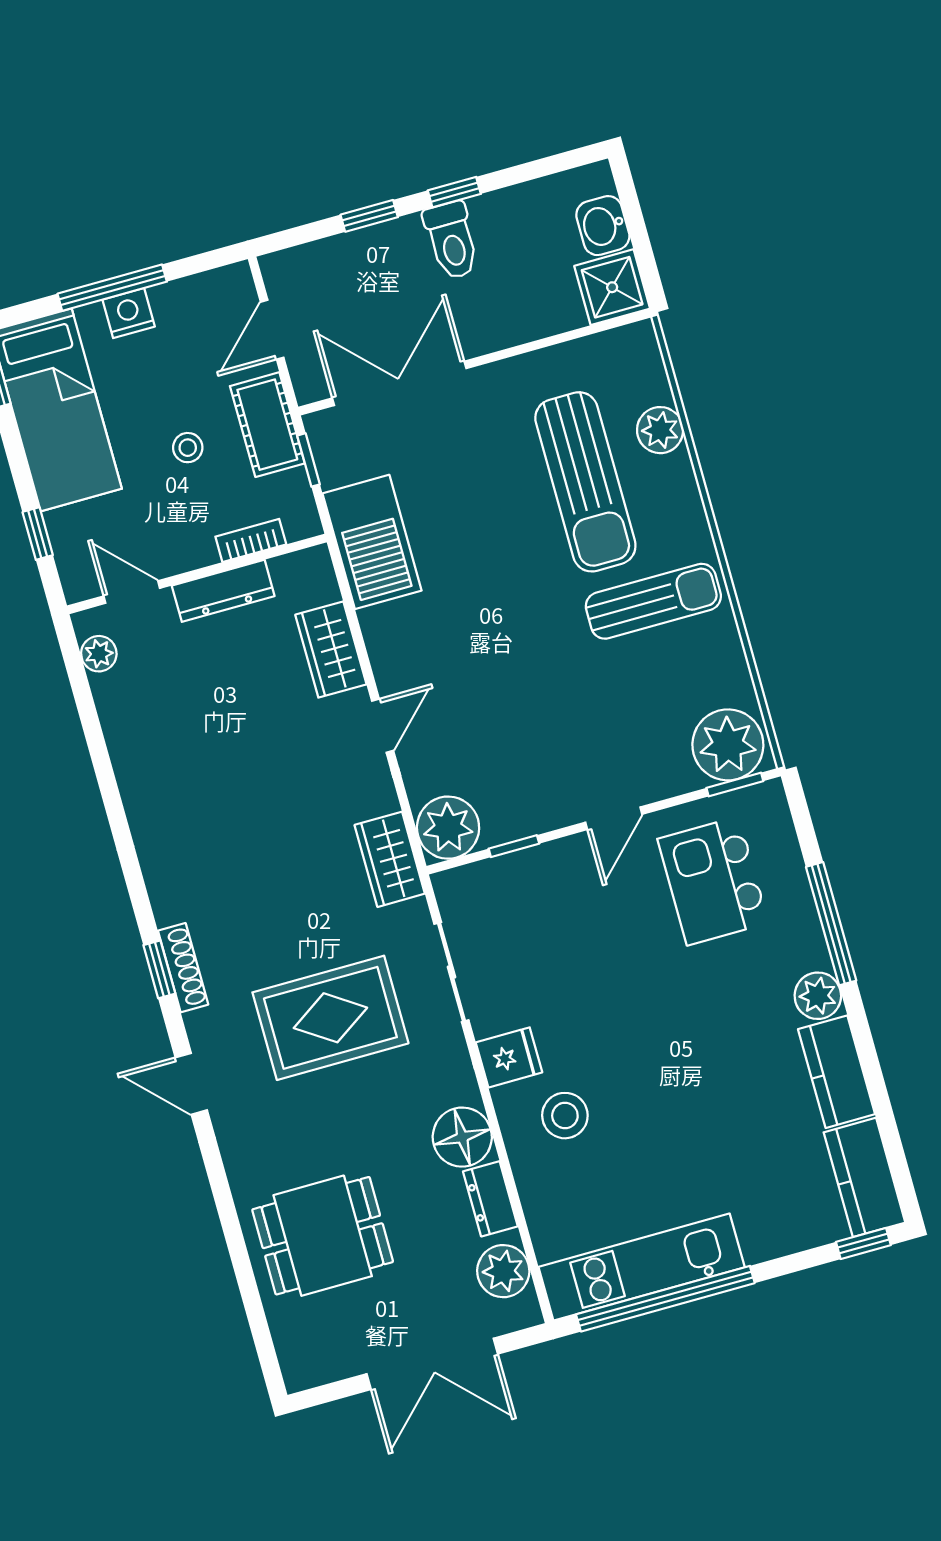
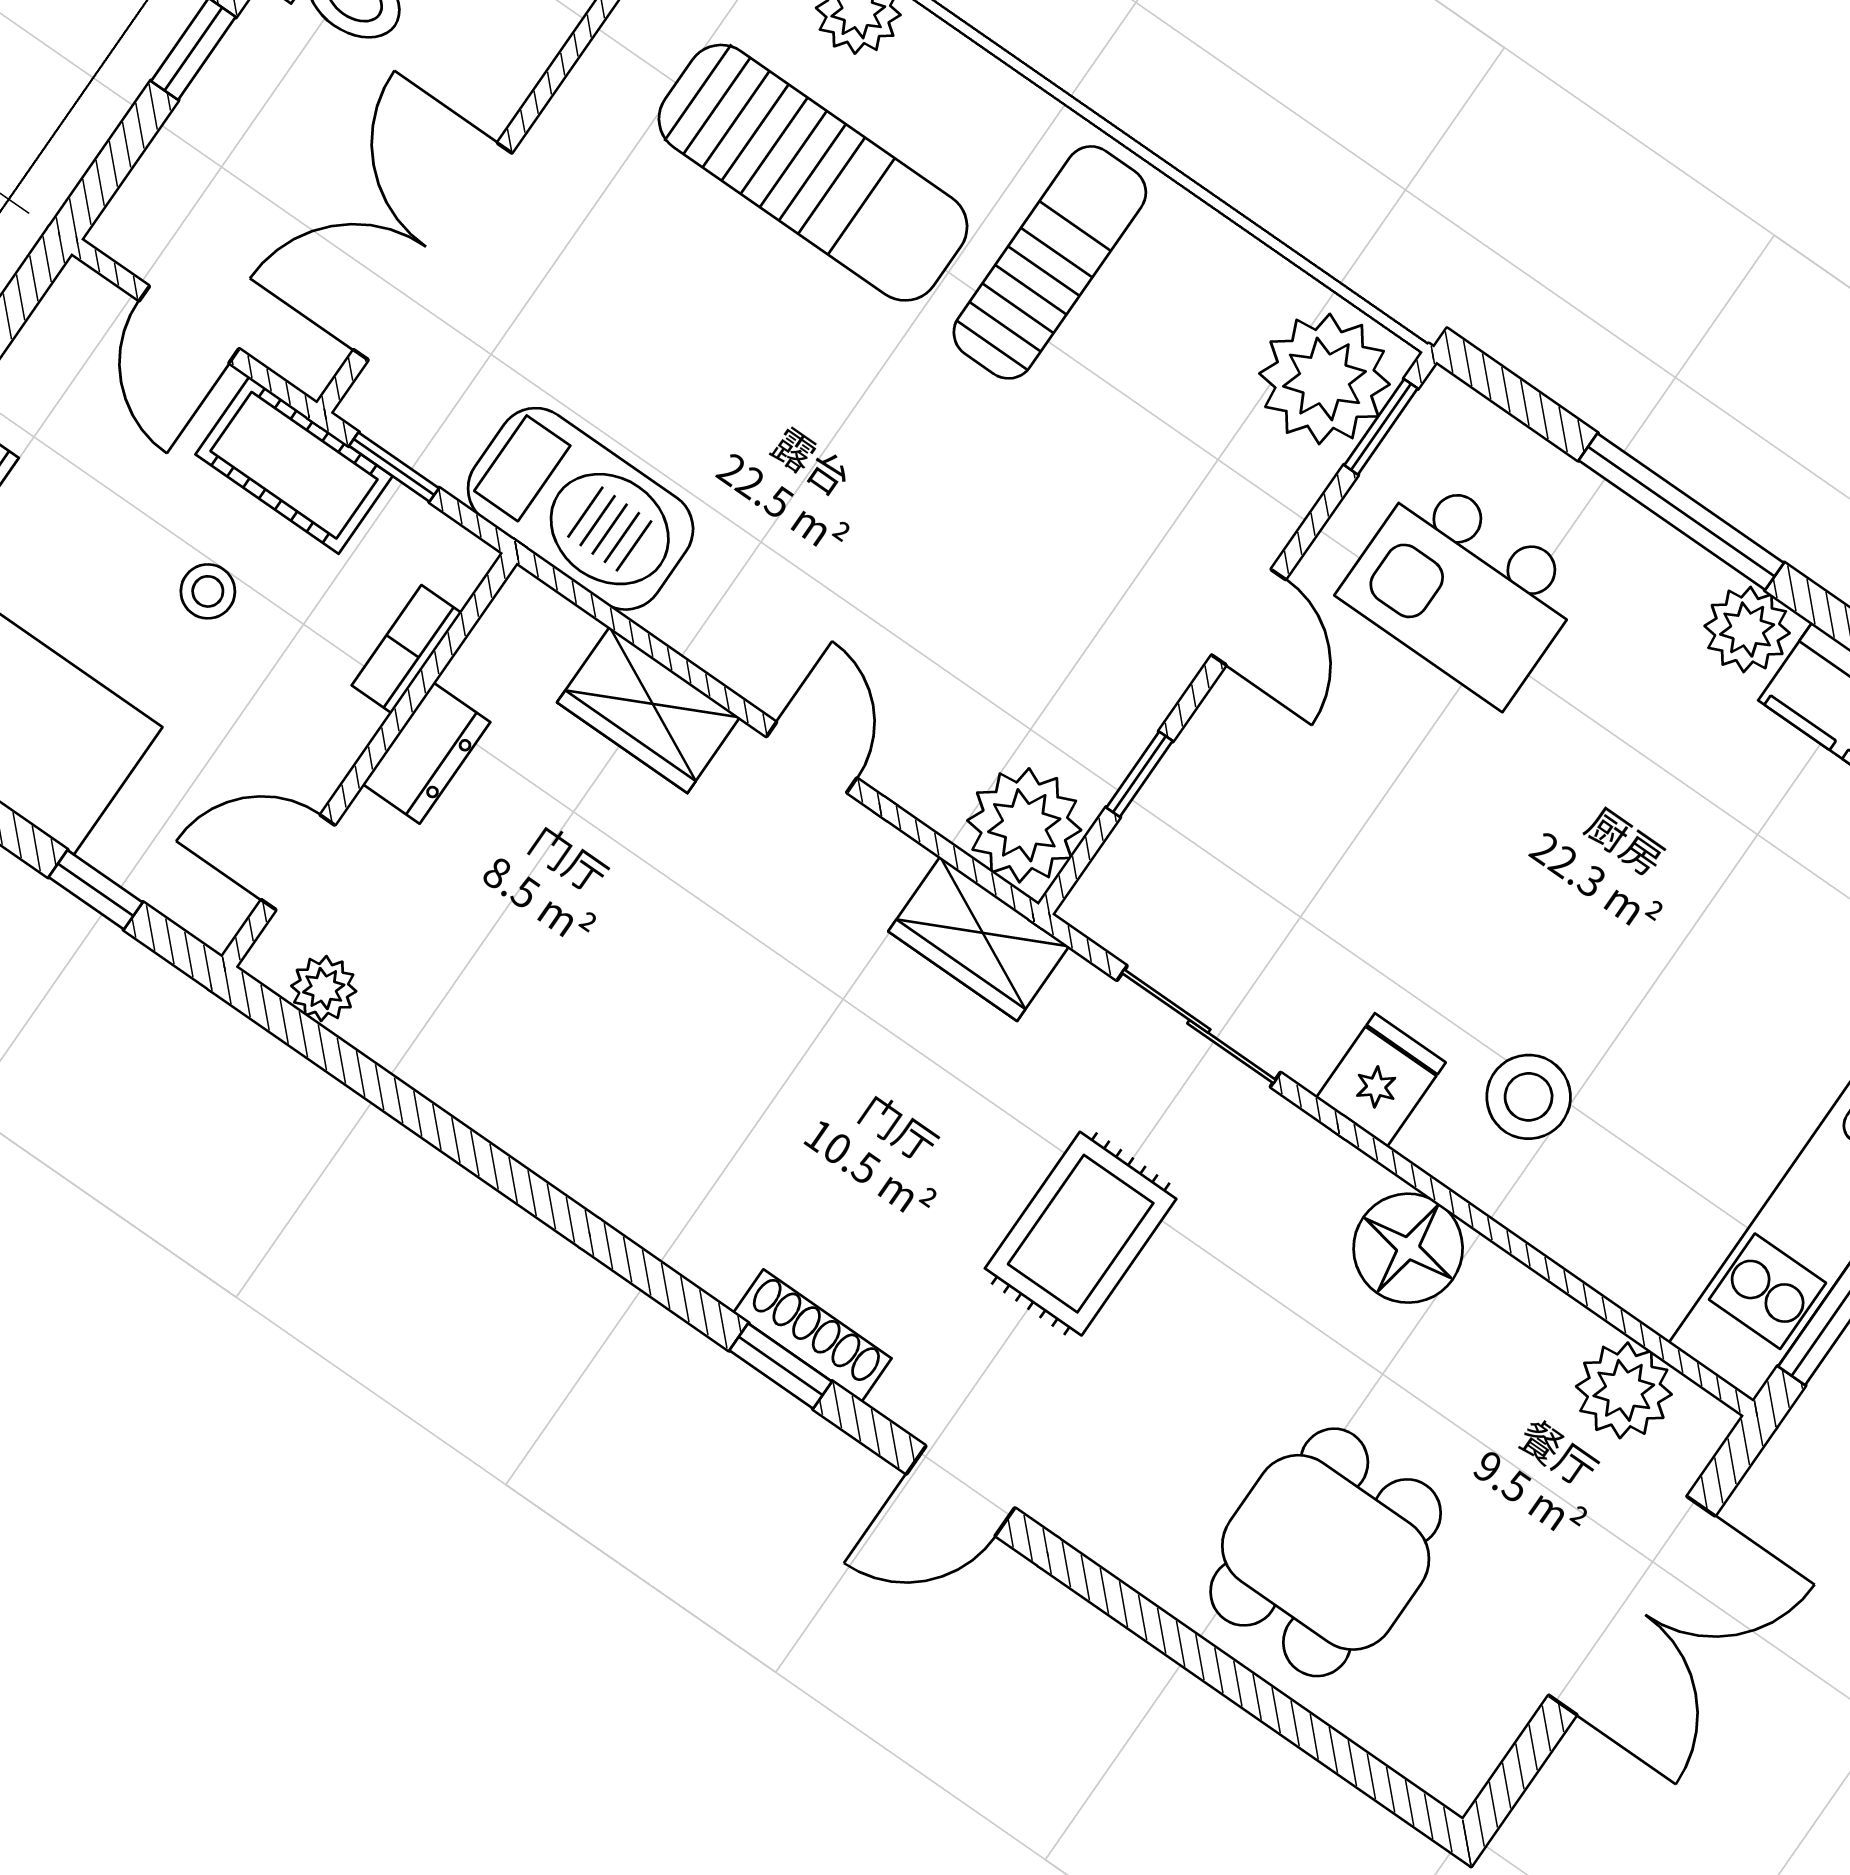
dresser: (223, 591) -> (426, 753), width x0.70
rug: (330, 1018) -> (1081, 1234), width x0.73, depth x0.70
dresser: (490, 1199) -> (1521, 1303), removed

